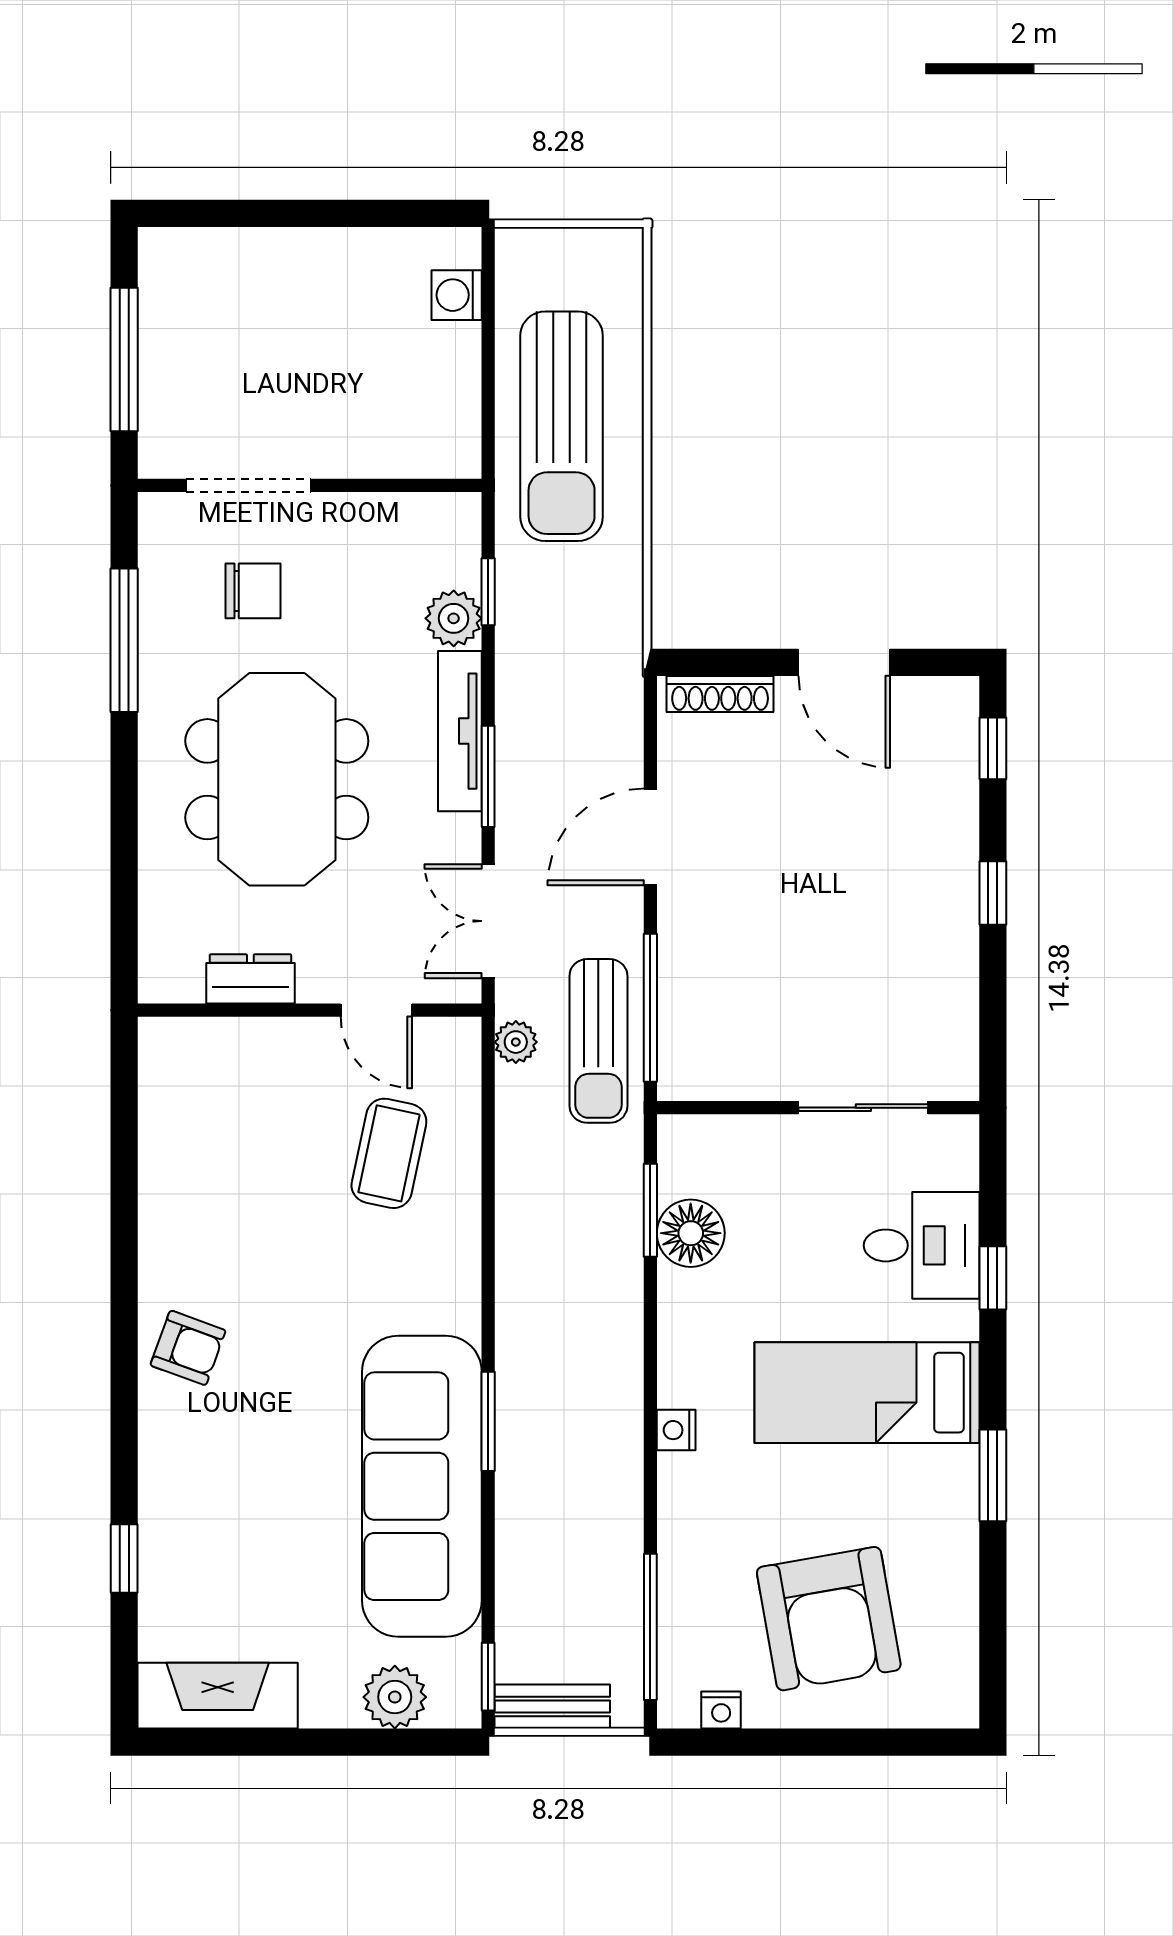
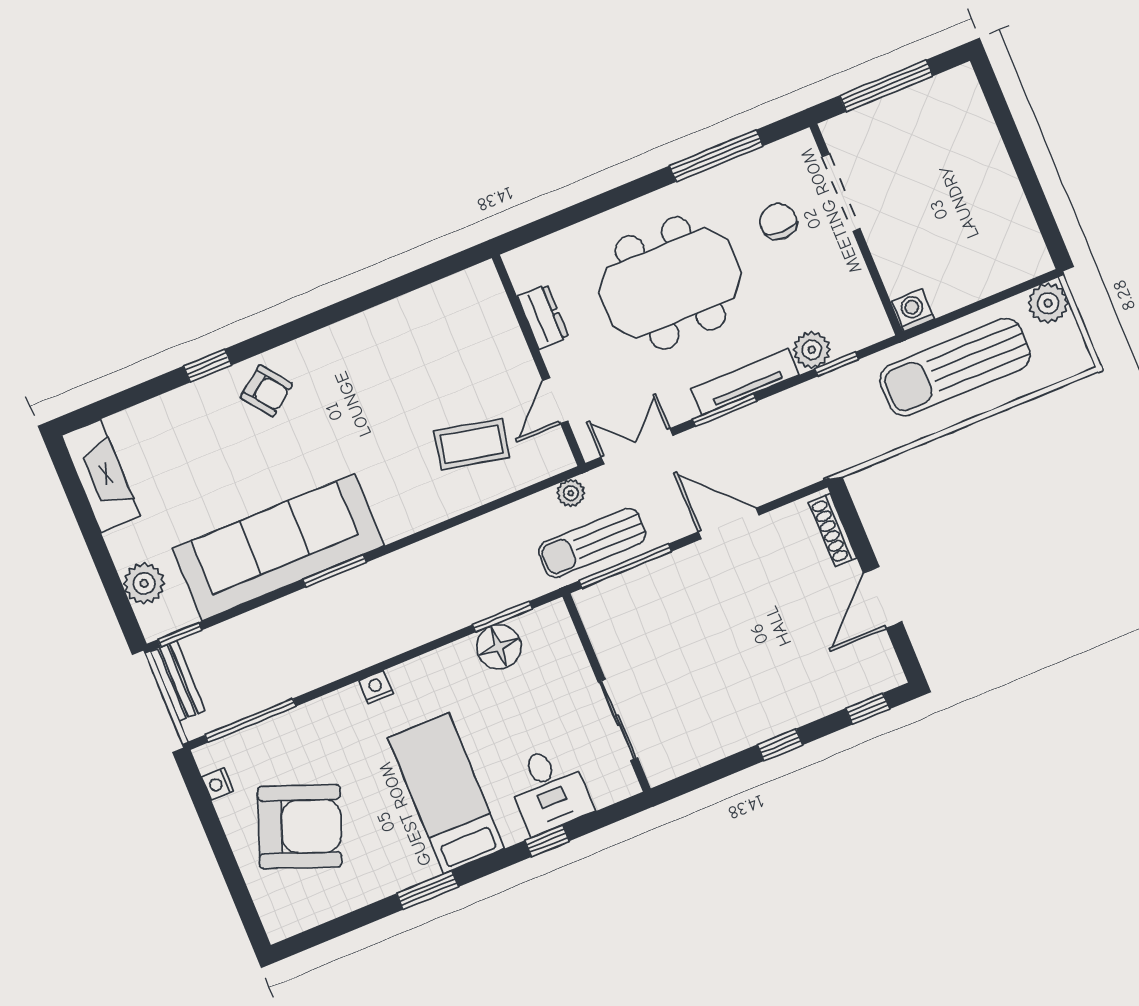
plant: (525, 258) -> (1048, 303), added
washing machine: (457, 295) -> (913, 310), moved
chair: (253, 591) -> (778, 222), turned 180
armchair: (188, 1348) -> (266, 391), moved, turned -57
window: (124, 1559) -> (207, 366), moved
armchair: (829, 1619) -> (300, 827), turned -149

